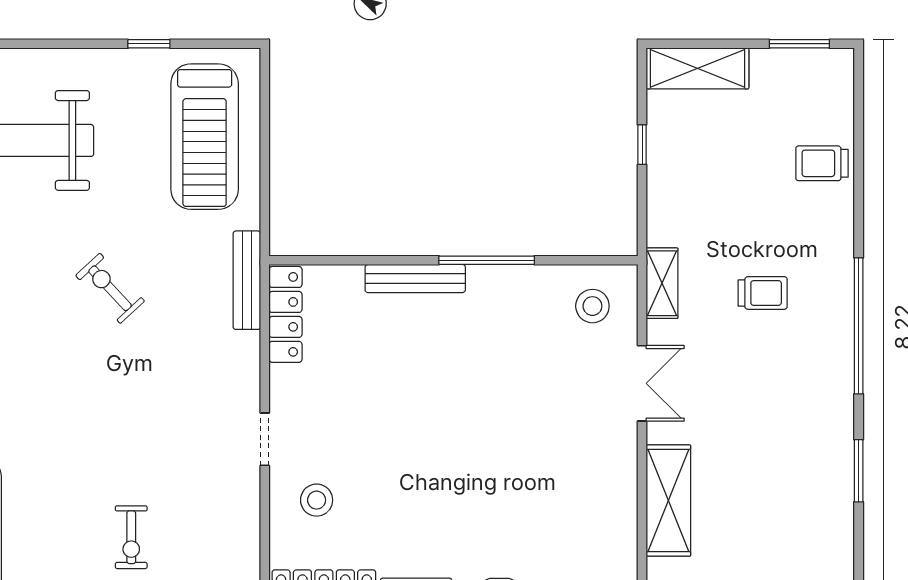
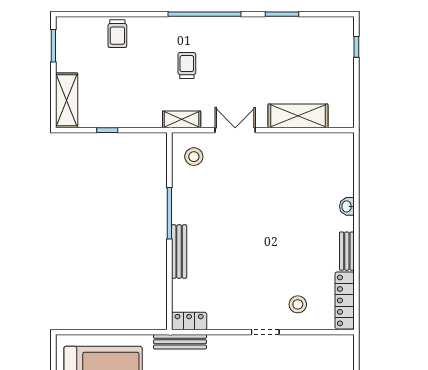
locker: (286, 314) -> (189, 321), width x0.66

